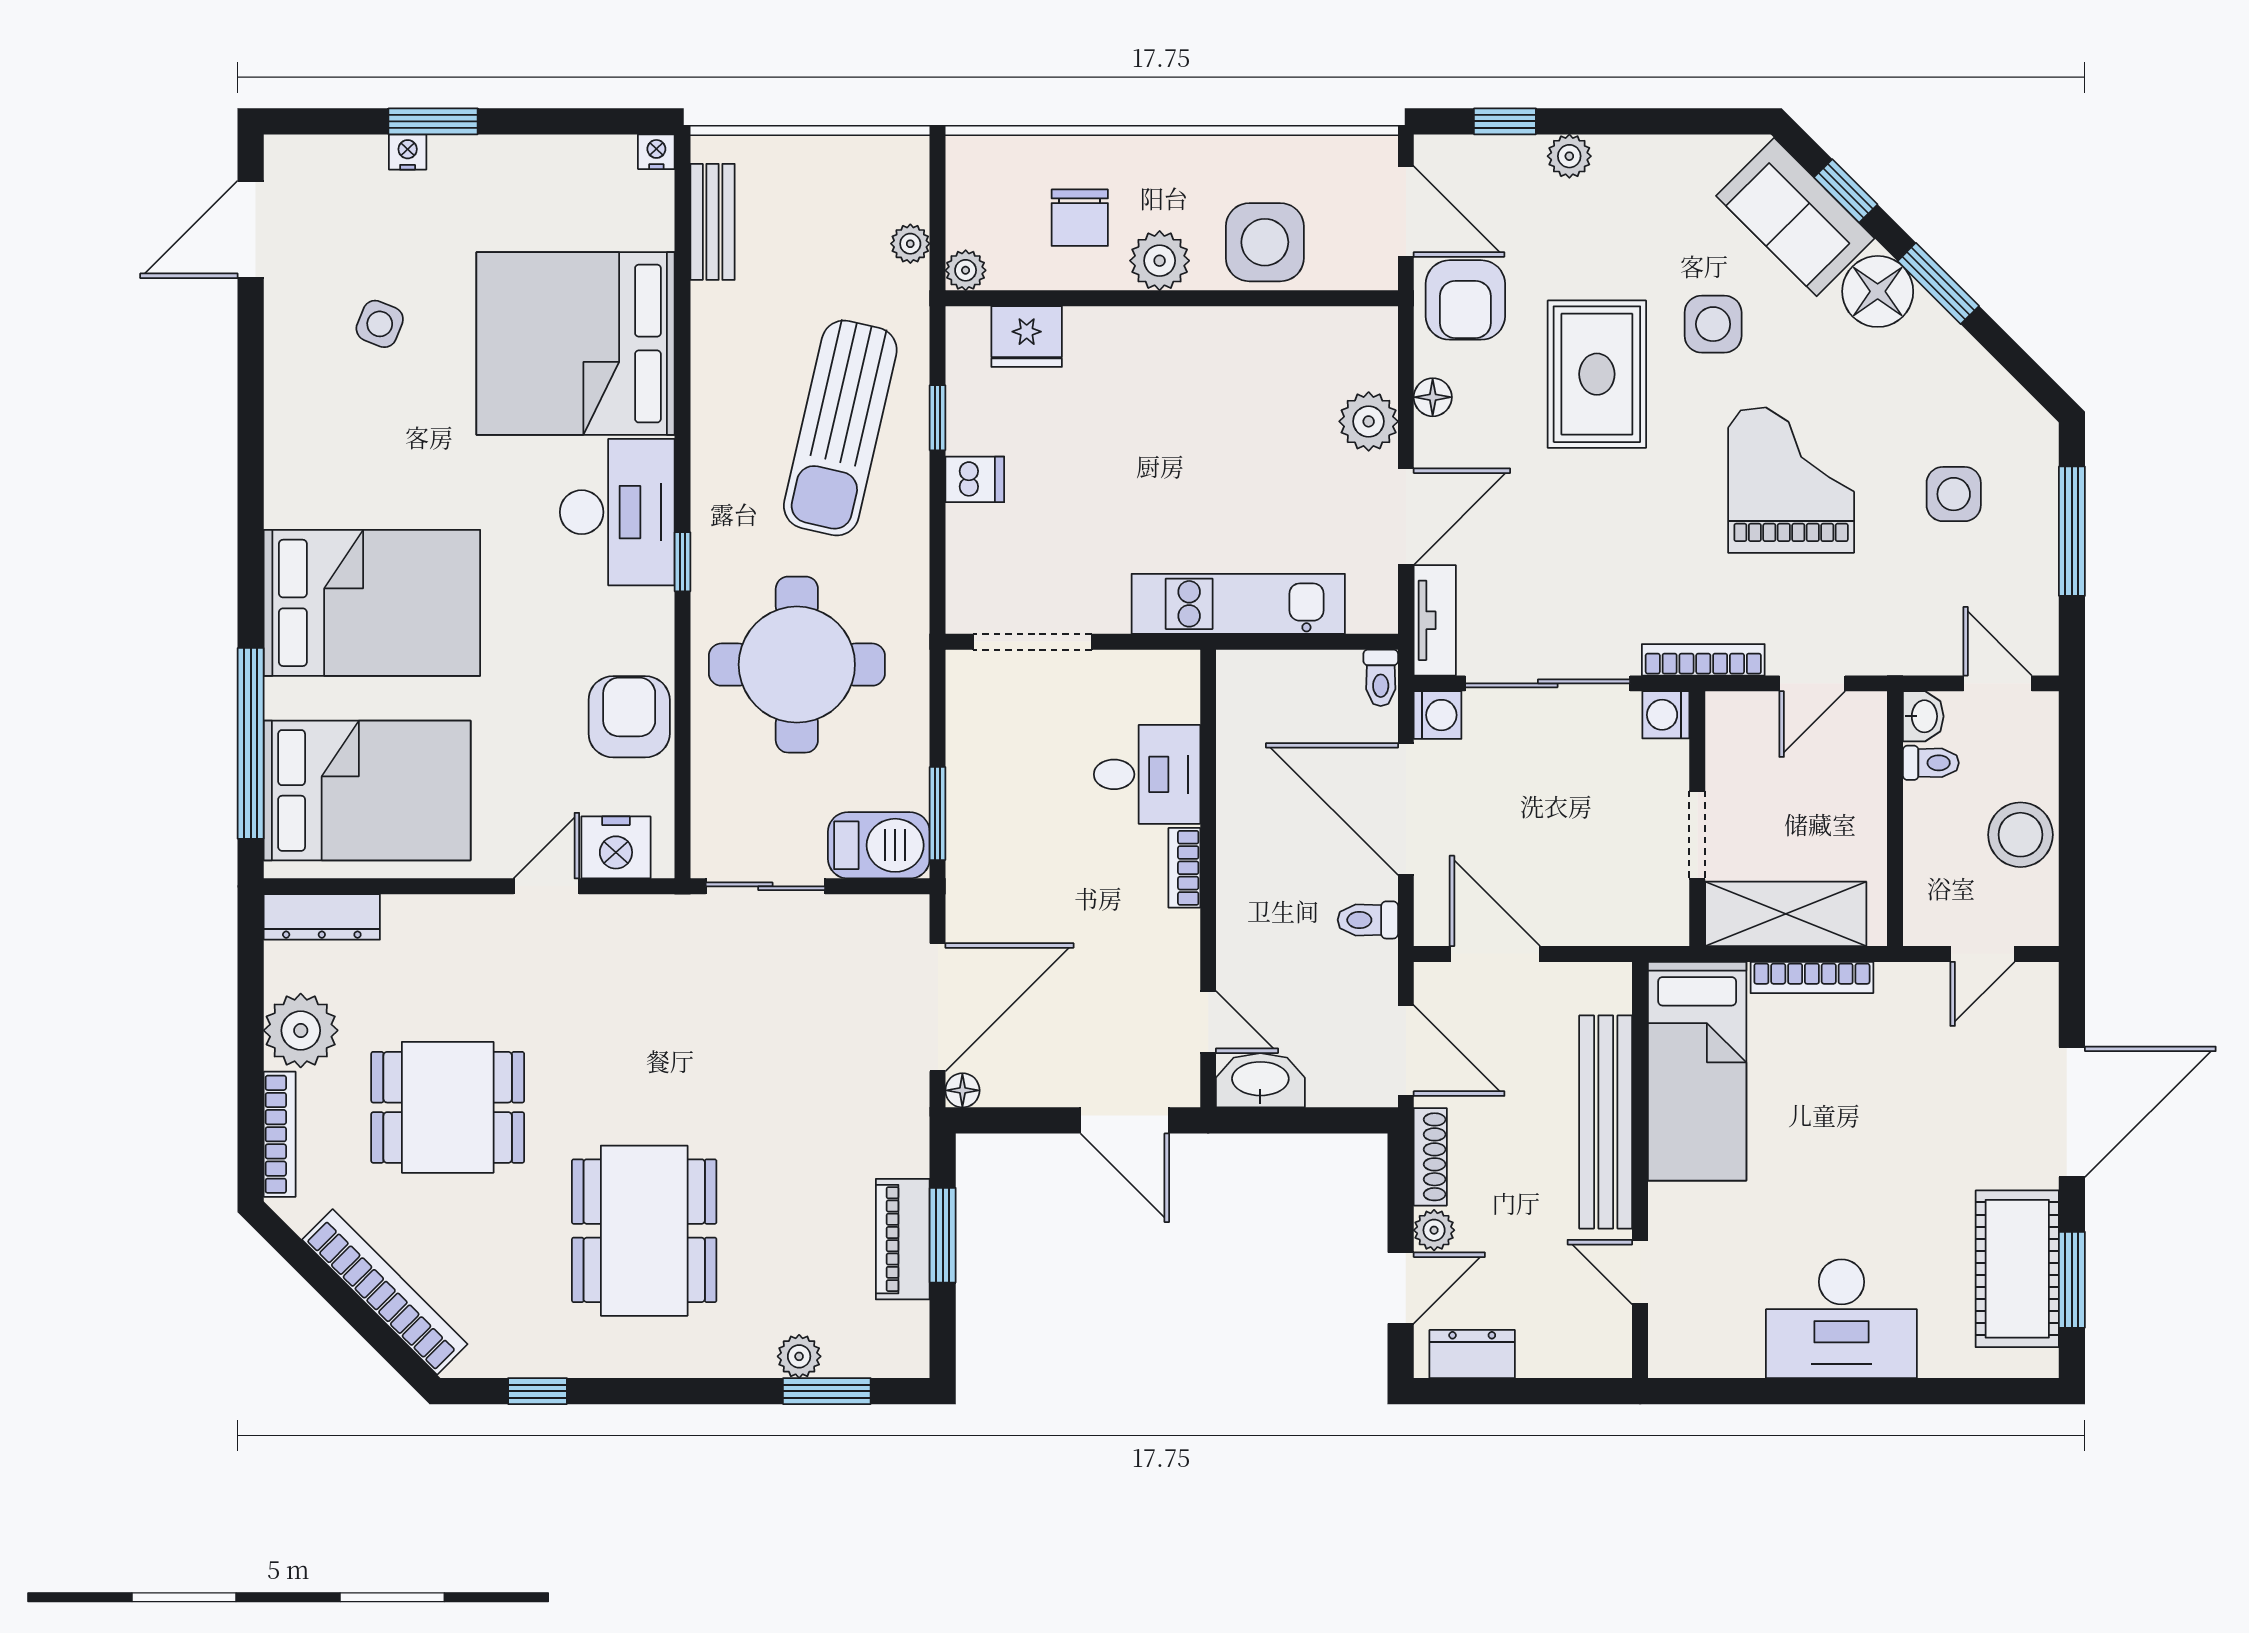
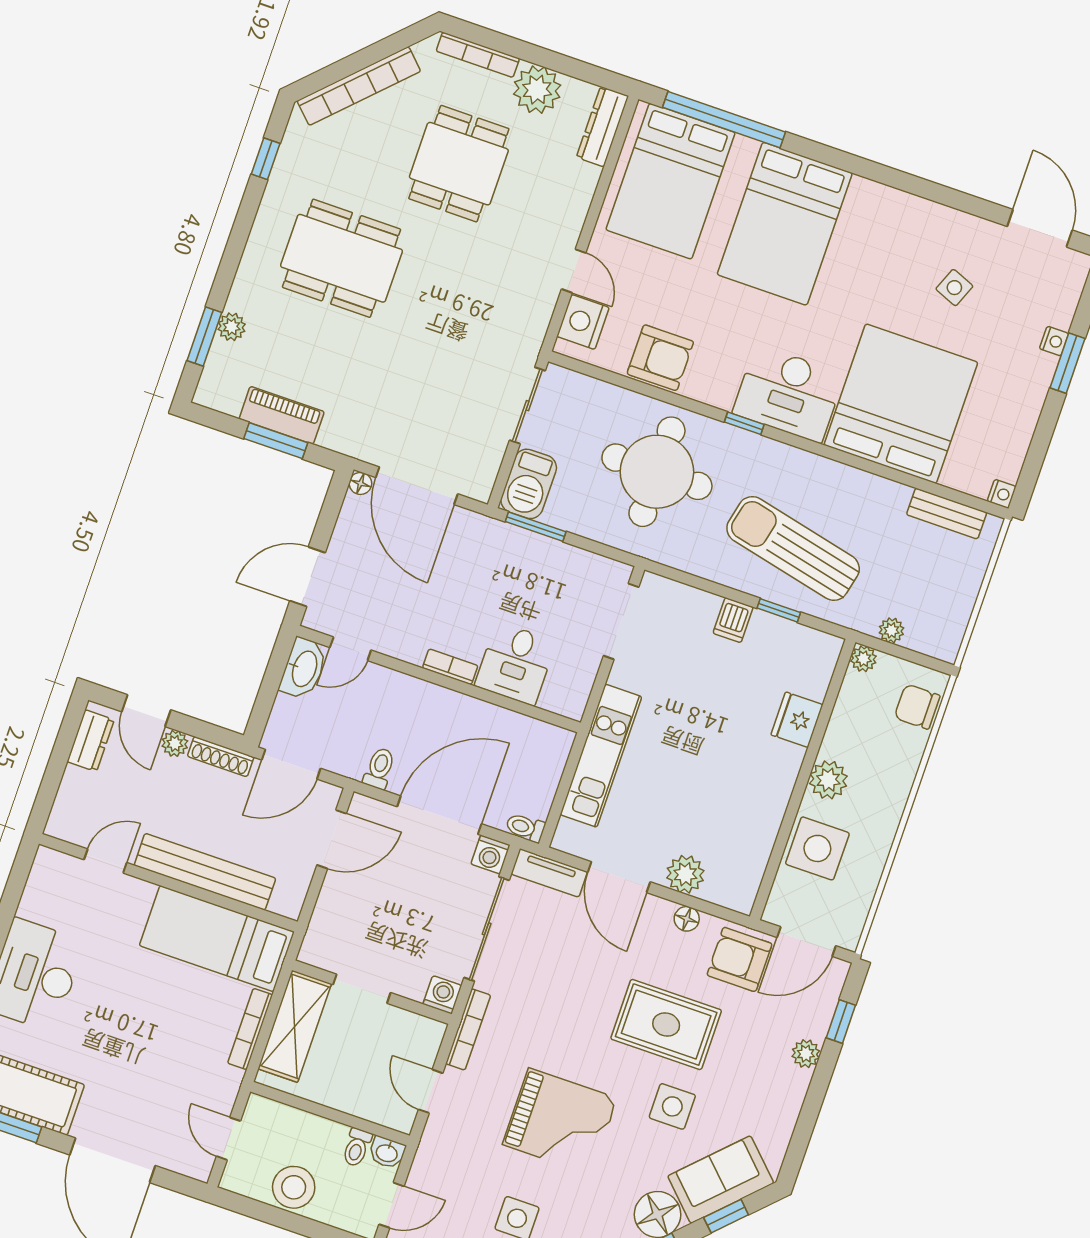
chair: (1080, 218) -> (917, 707), moved
fridge: (1027, 336) -> (797, 720), moved

